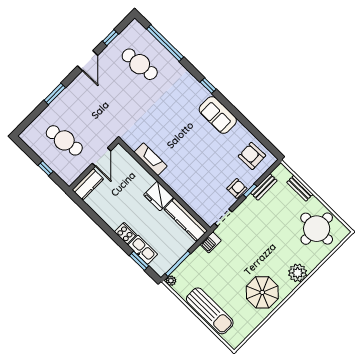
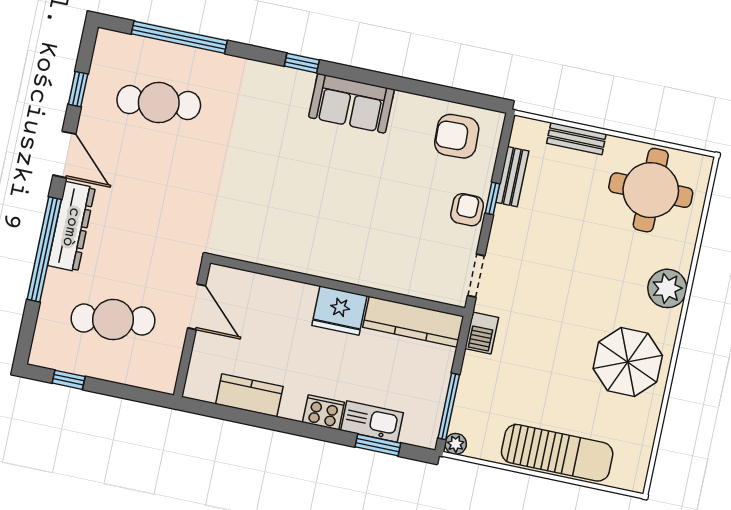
dresser: (72, 92) -> (71, 227), added
window: (55, 94) -> (44, 249), width x2.11
fireplace: (151, 159) -> (284, 255), removed
window: (46, 168) -> (69, 380), moved
kitchen counter: (88, 184) -> (249, 395), moved, turned -90

